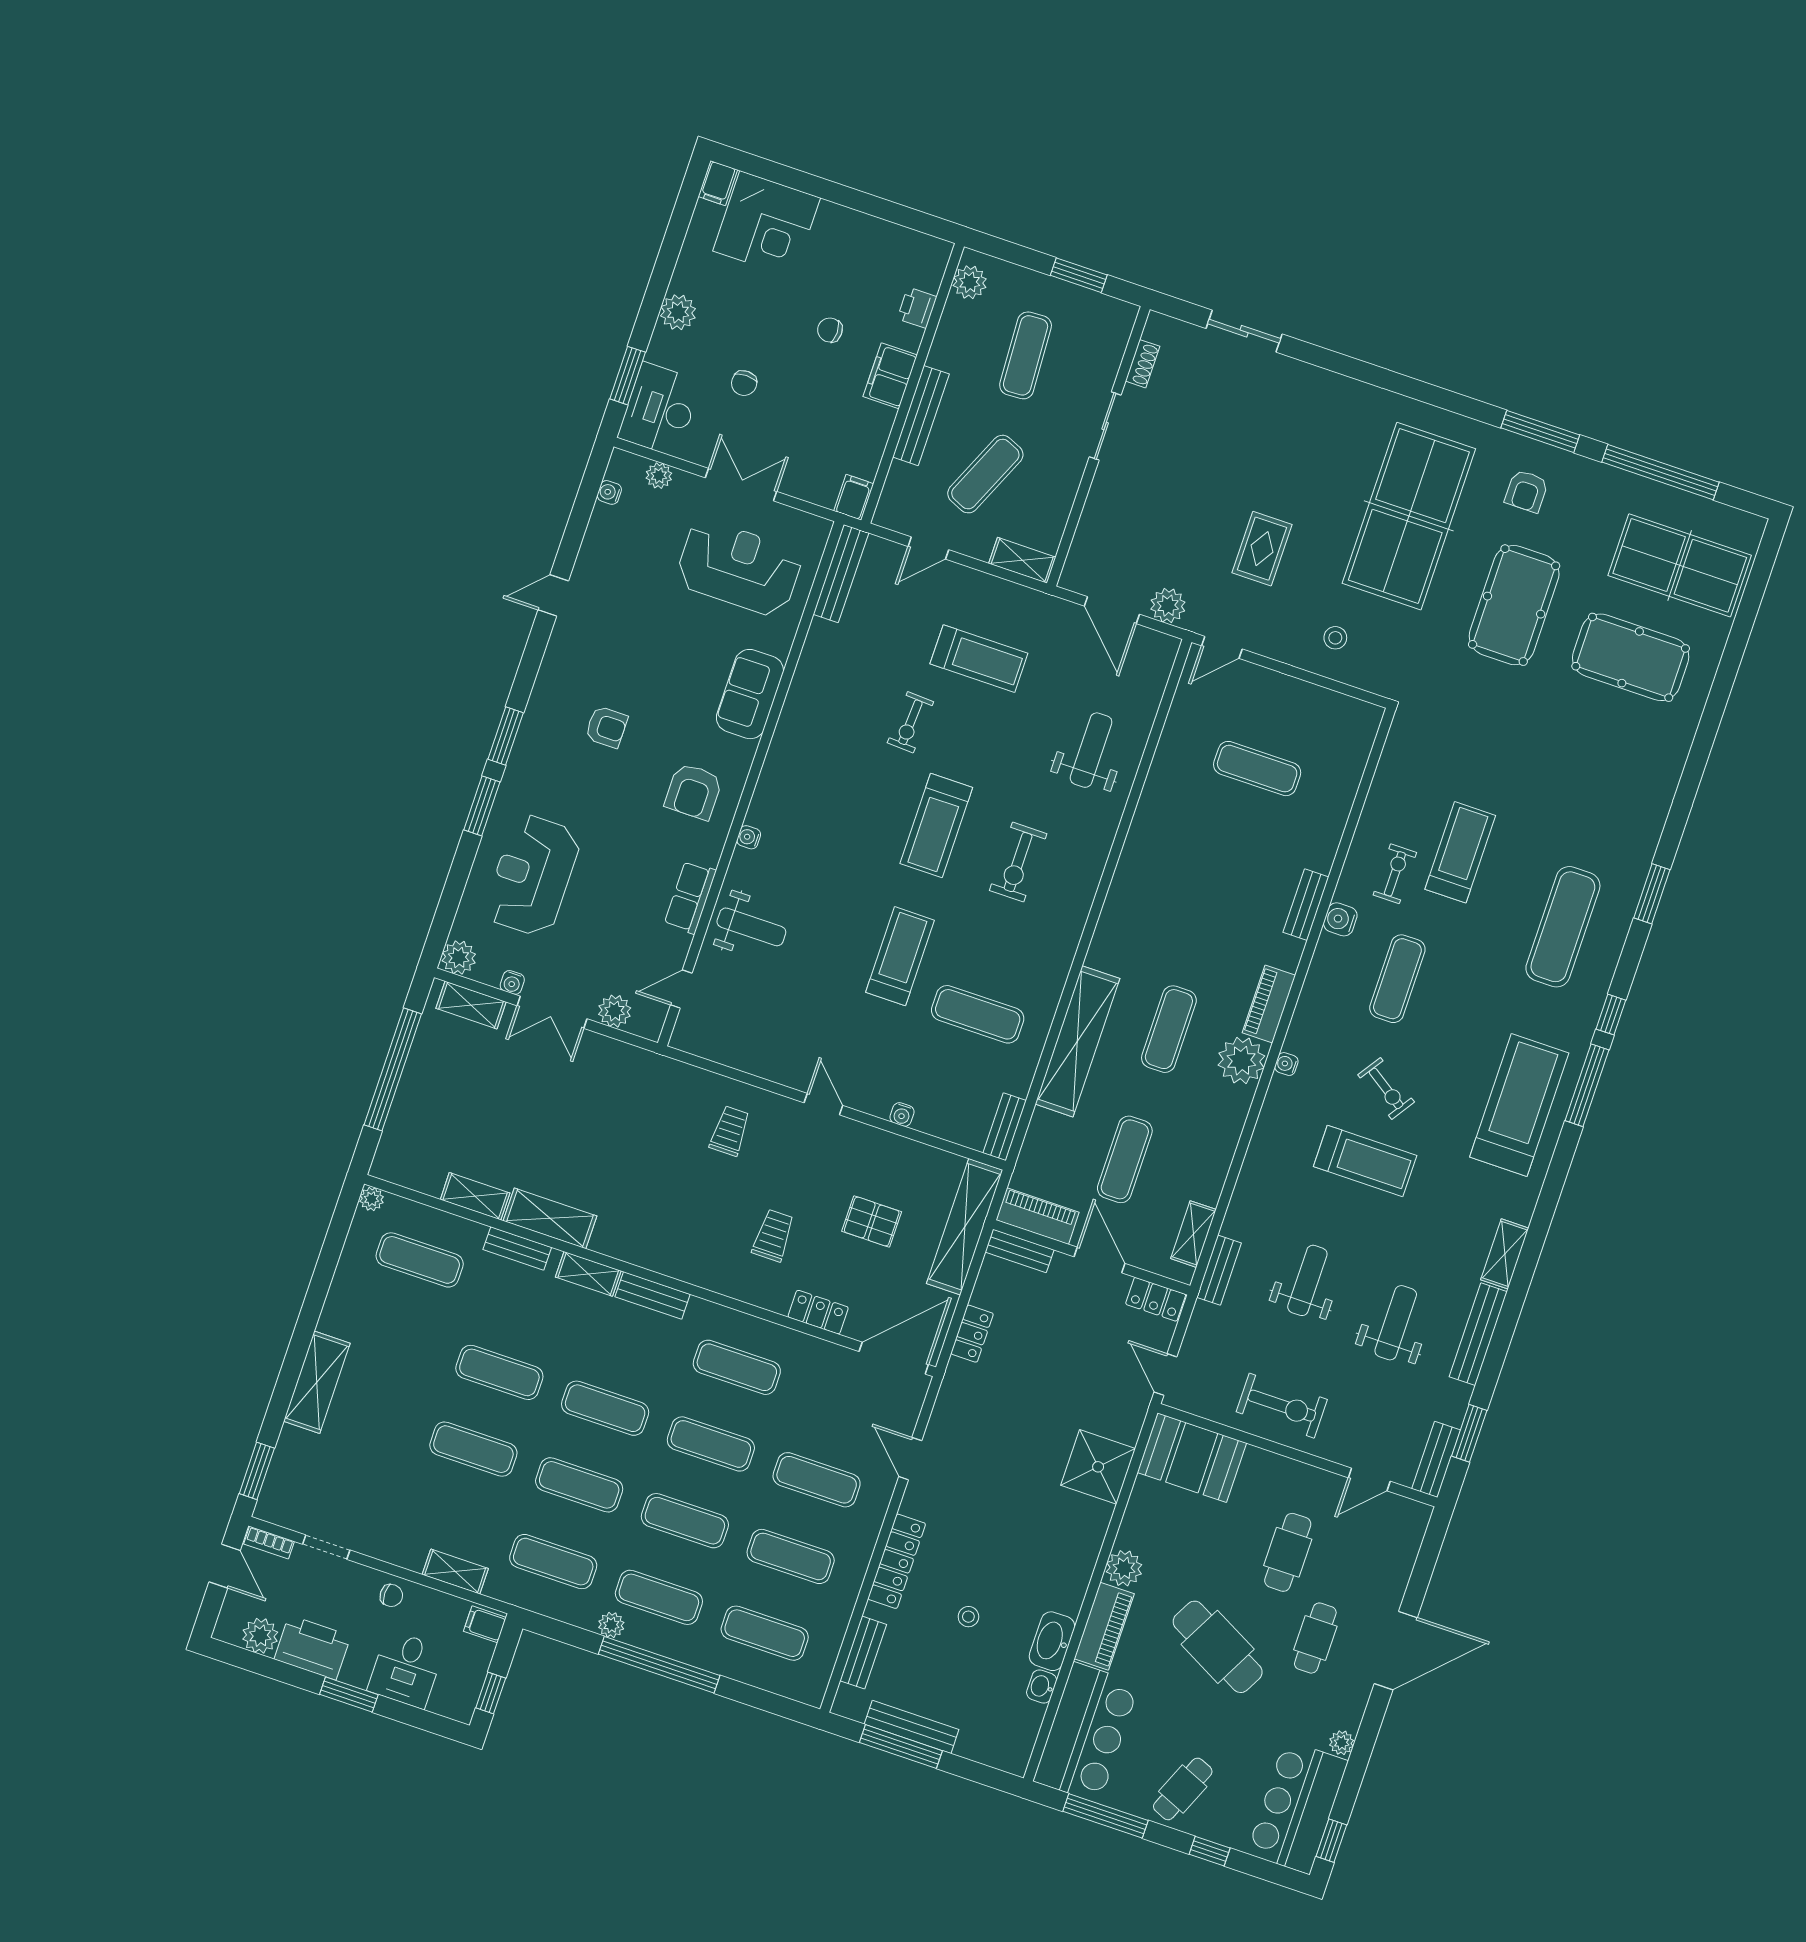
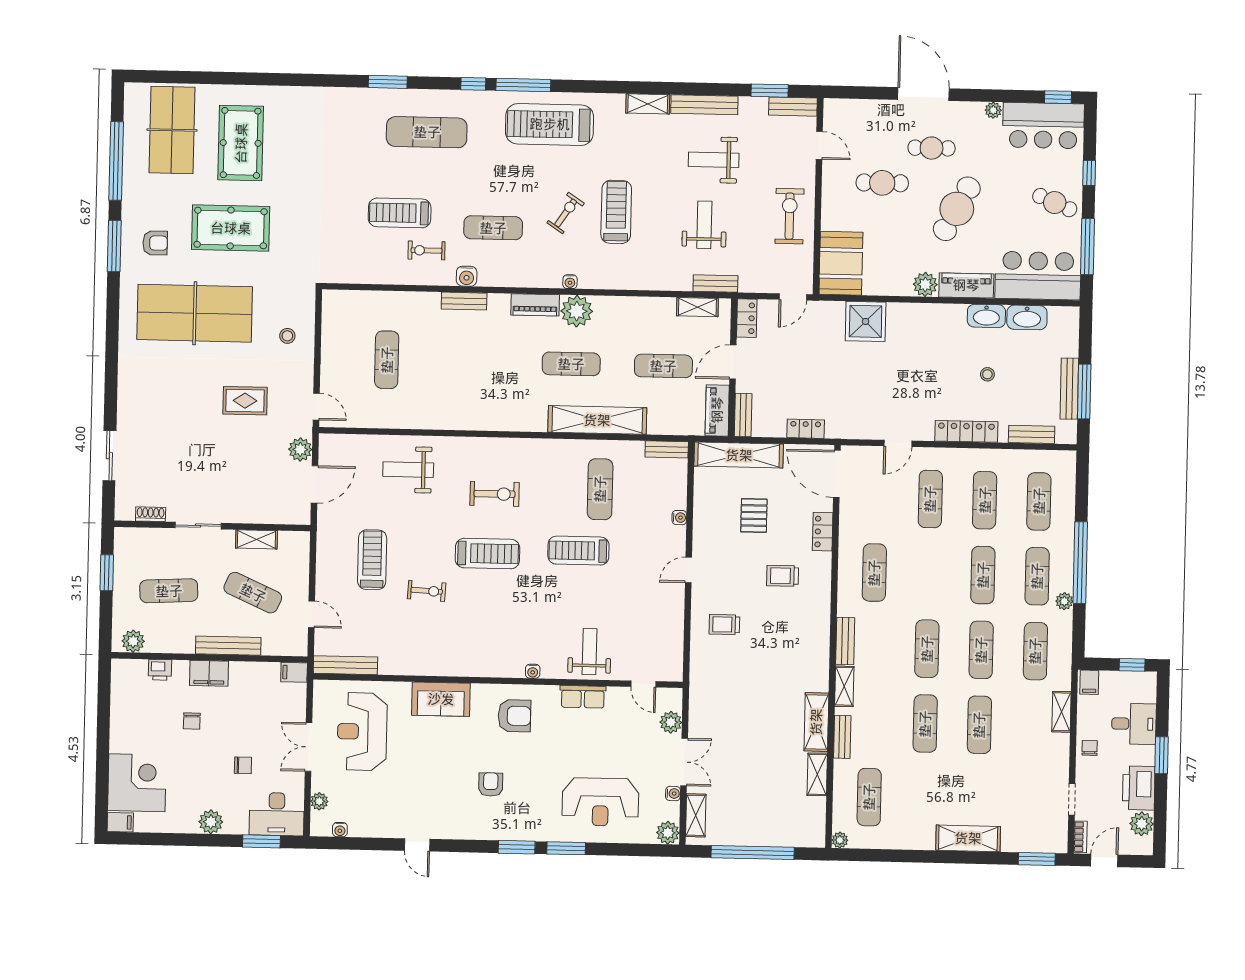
shelving: (1022, 560) -> (256, 539), moved, turned 90
weight bench: (1307, 1280) -> (704, 225), turned 90
exercise mat: (711, 1444) -> (929, 574), removed
washbasin: (1042, 1687) -> (1027, 317), width x1.91, depth x1.45

